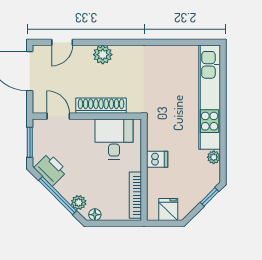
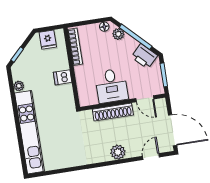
desk: (114, 139) -> (111, 86), moved

